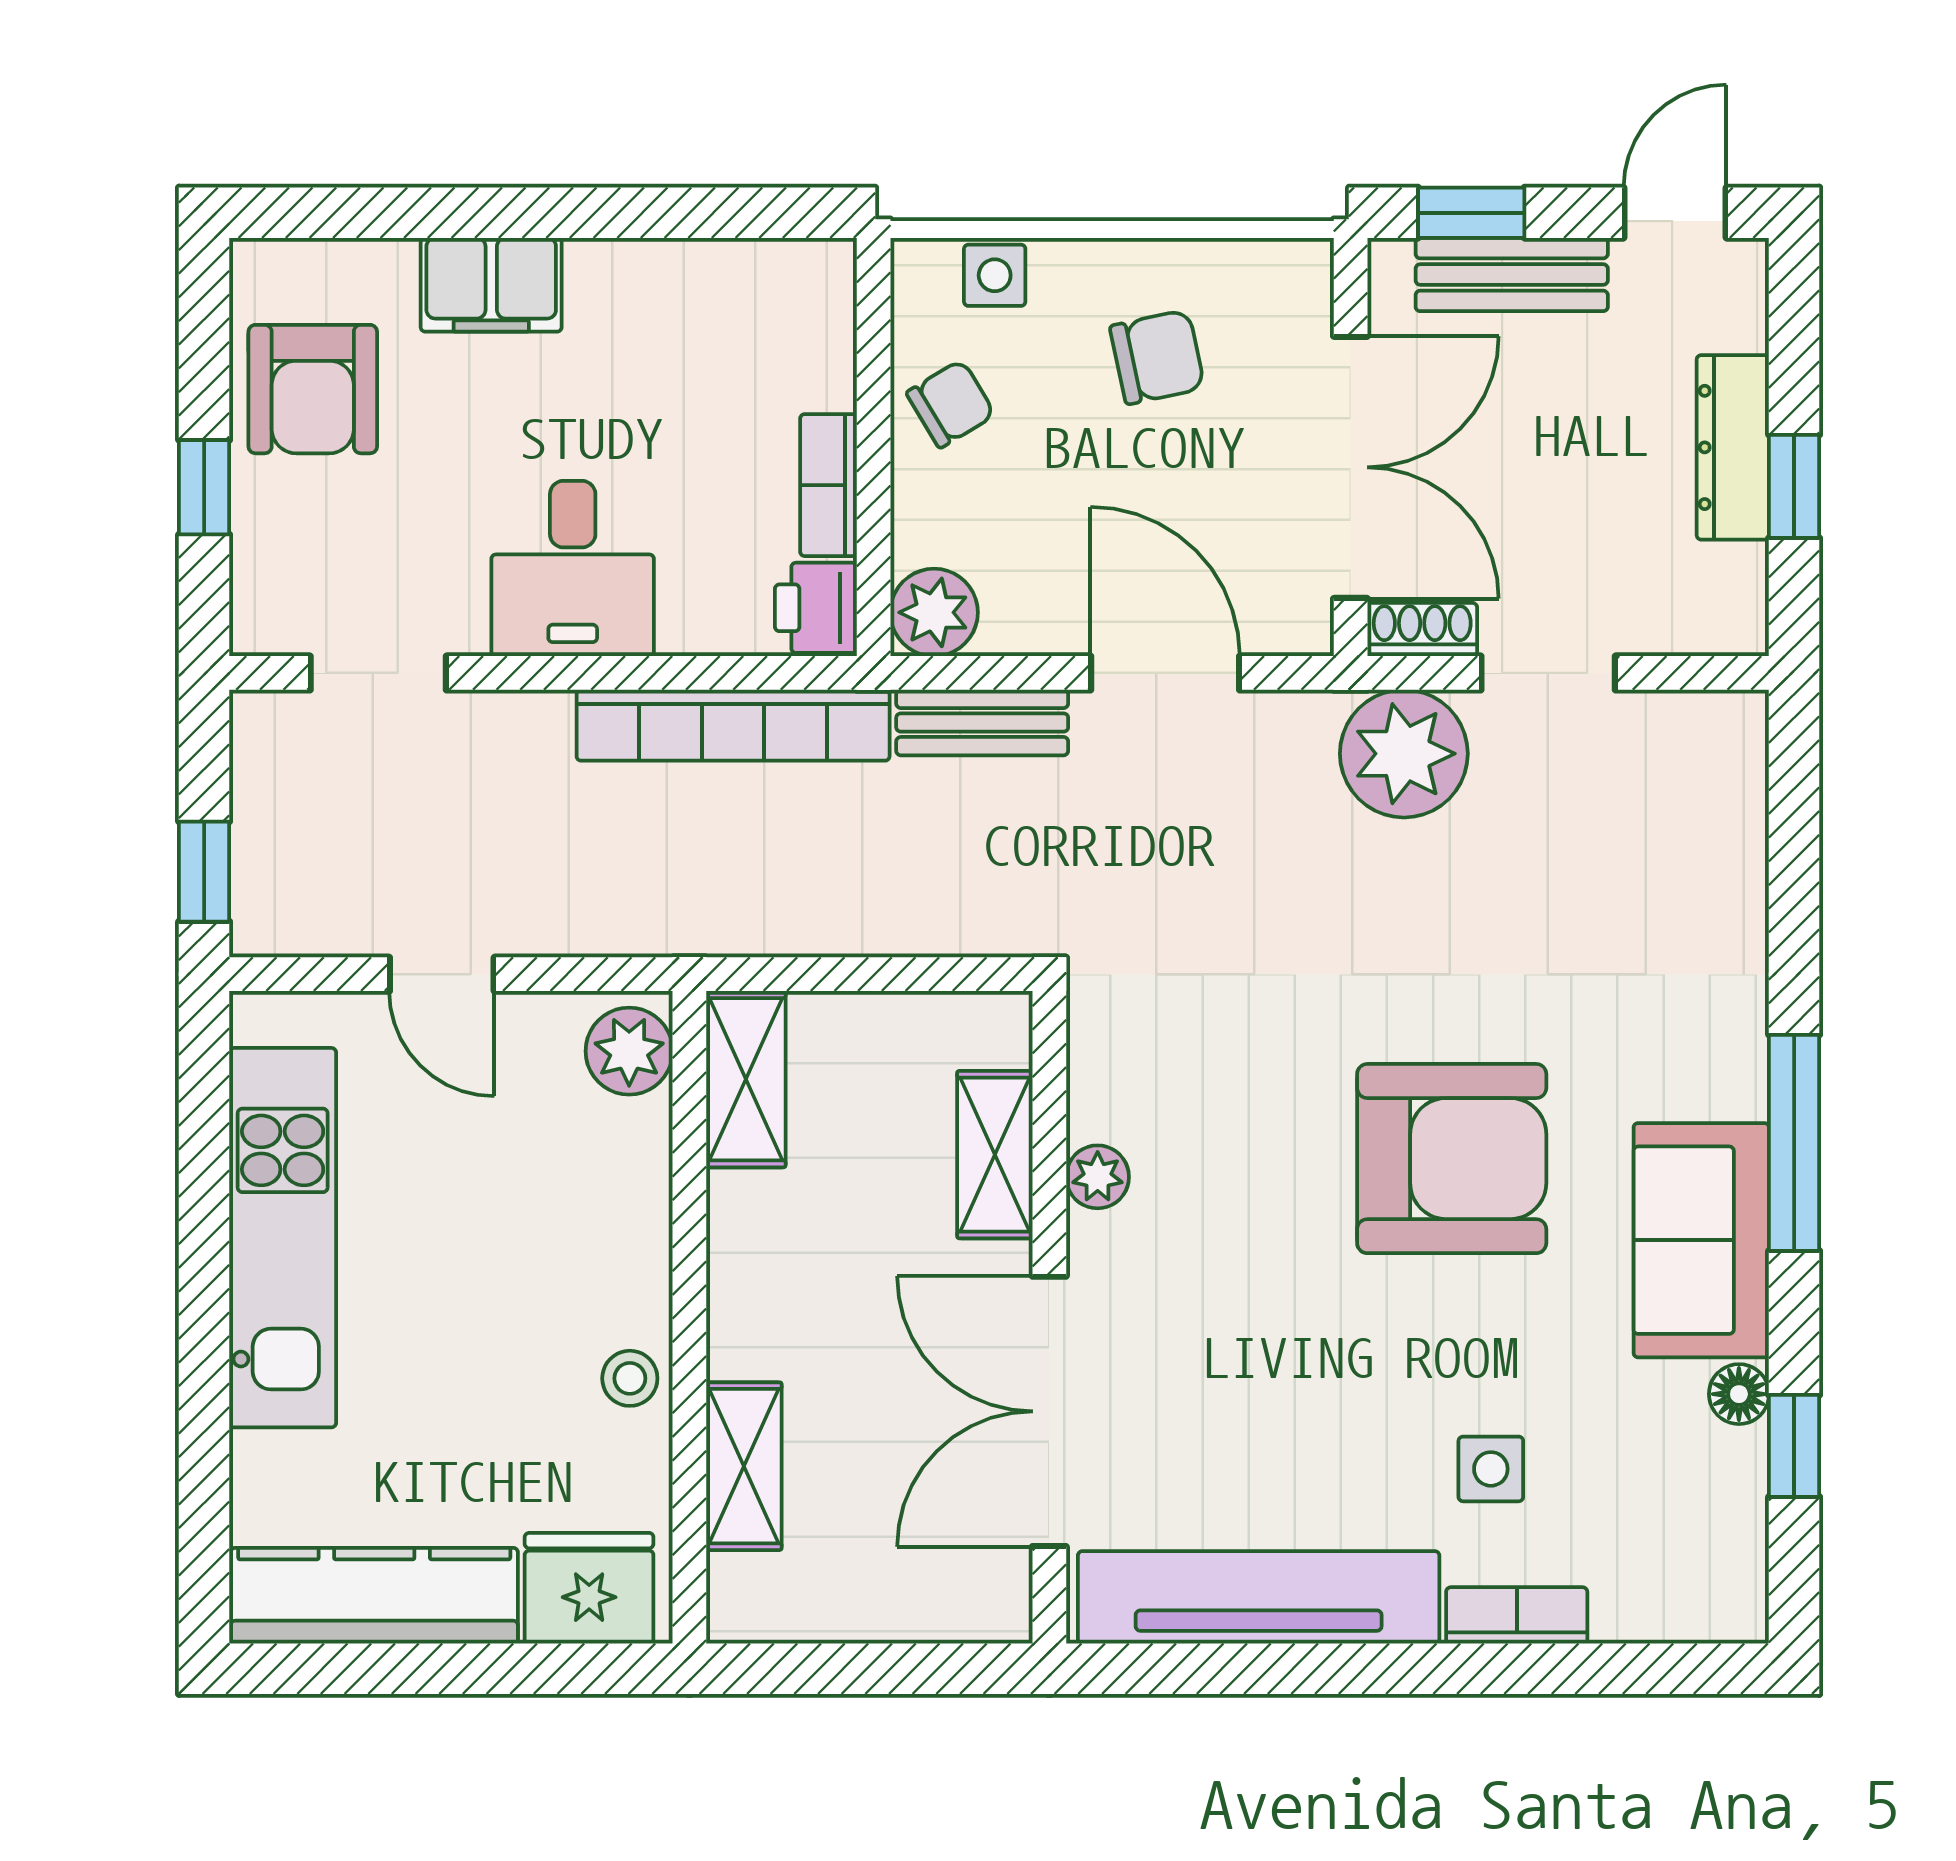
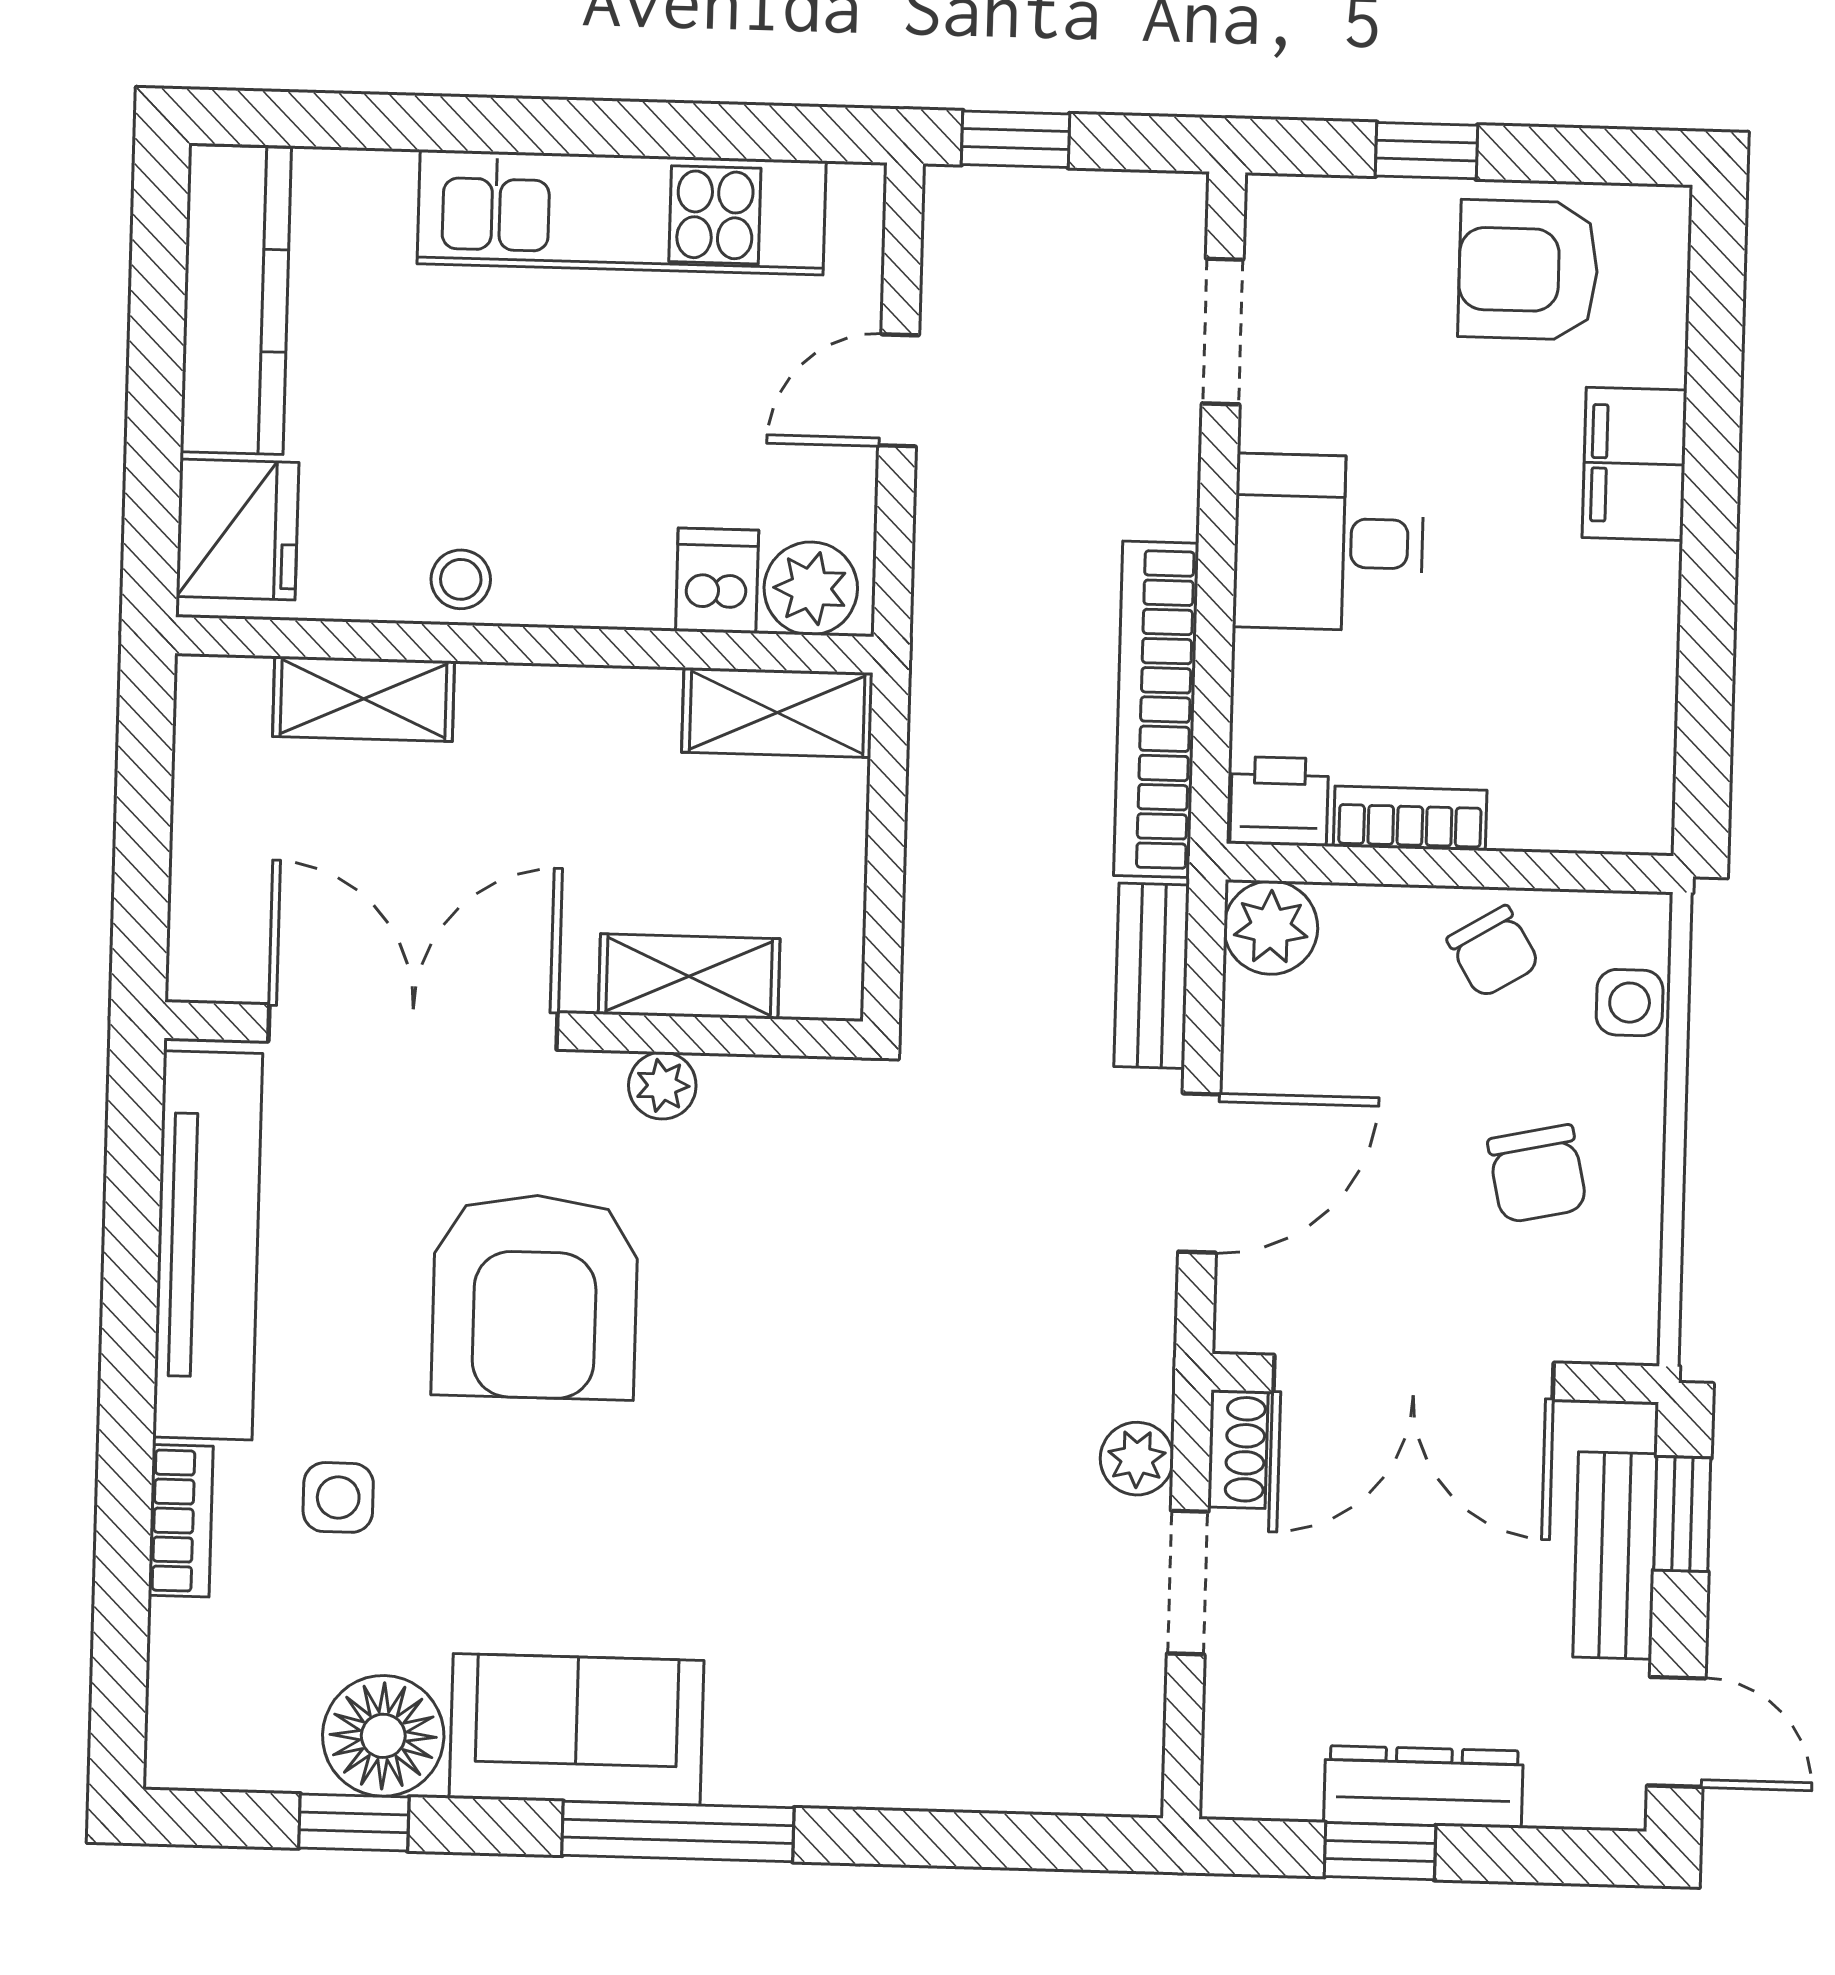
plant: (1404, 754) -> (1137, 1459), width x0.53, depth x0.53
dishwasher: (624, 1139) -> (717, 581), added
armchair: (1452, 1159) -> (535, 1297), moved
floor lamp: (1739, 1394) -> (383, 1736), width x1.89, depth x1.89

